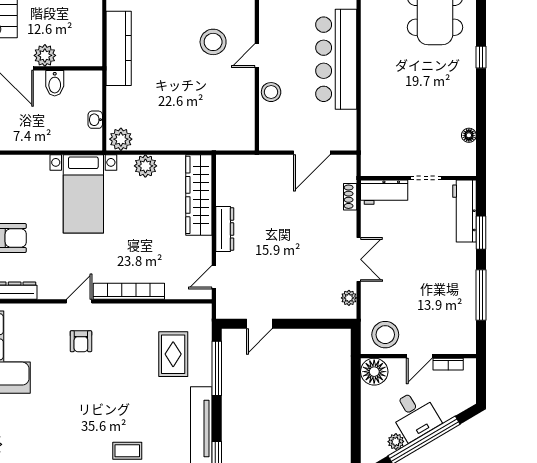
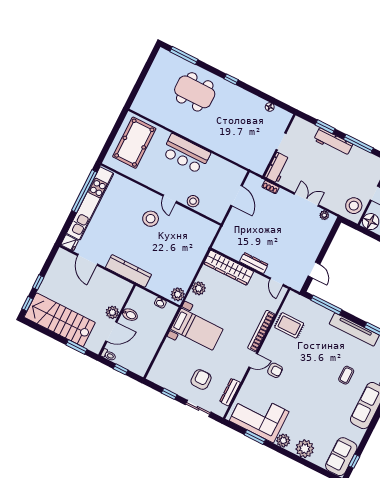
bar counter: (336, 59) -> (186, 154), width x0.73
workbench: (464, 211) -> (333, 142), moved
door: (79, 301) -> (253, 360), swing flipped
rug: (173, 354) -> (289, 325), moved

